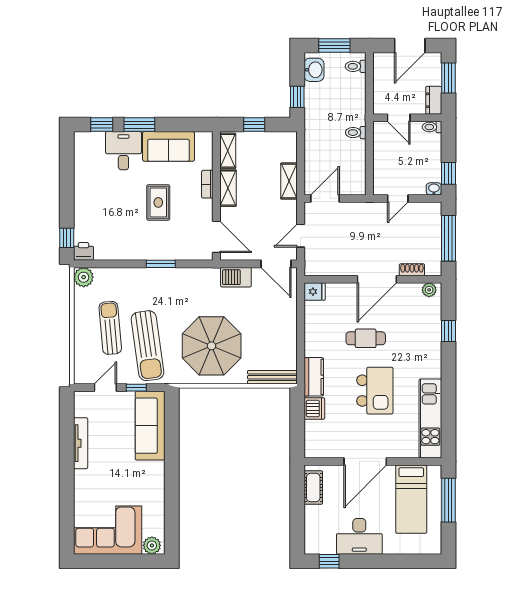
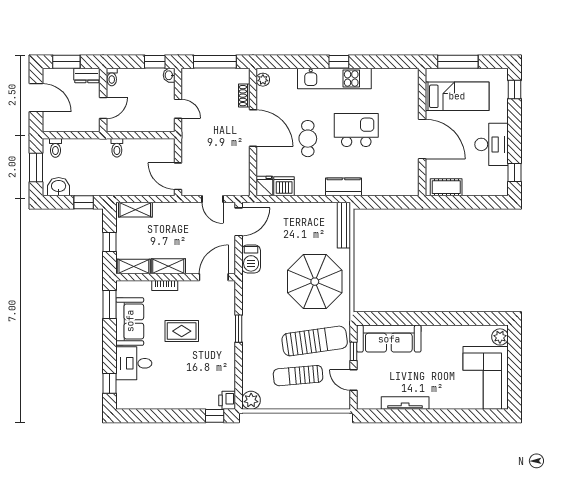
window: (139, 125) -> (109, 305), moved
shelving: (289, 181) -> (135, 210), moved
window: (448, 331) -> (339, 62), moved
dishwasher: (314, 408) -> (284, 186), moved
kitchen unit: (430, 418) -> (334, 79), moved
window: (419, 561) -> (515, 89), added

